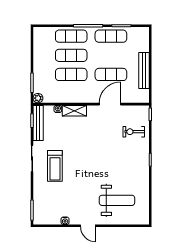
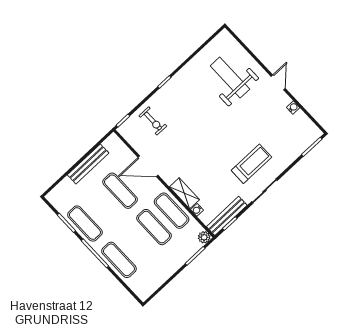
exercise mat: (71, 55) -> (172, 211), moved

